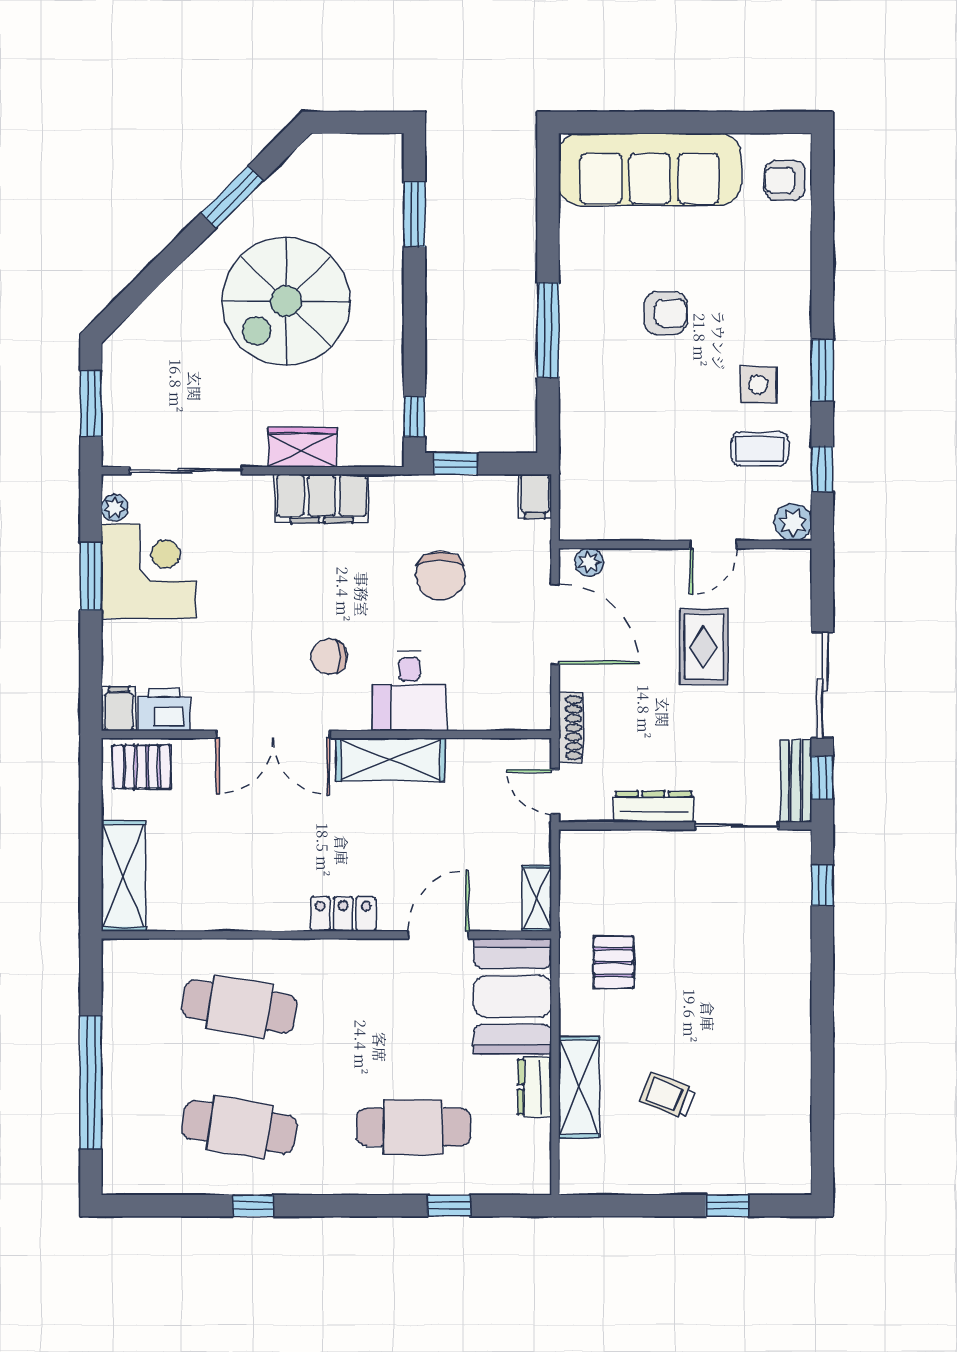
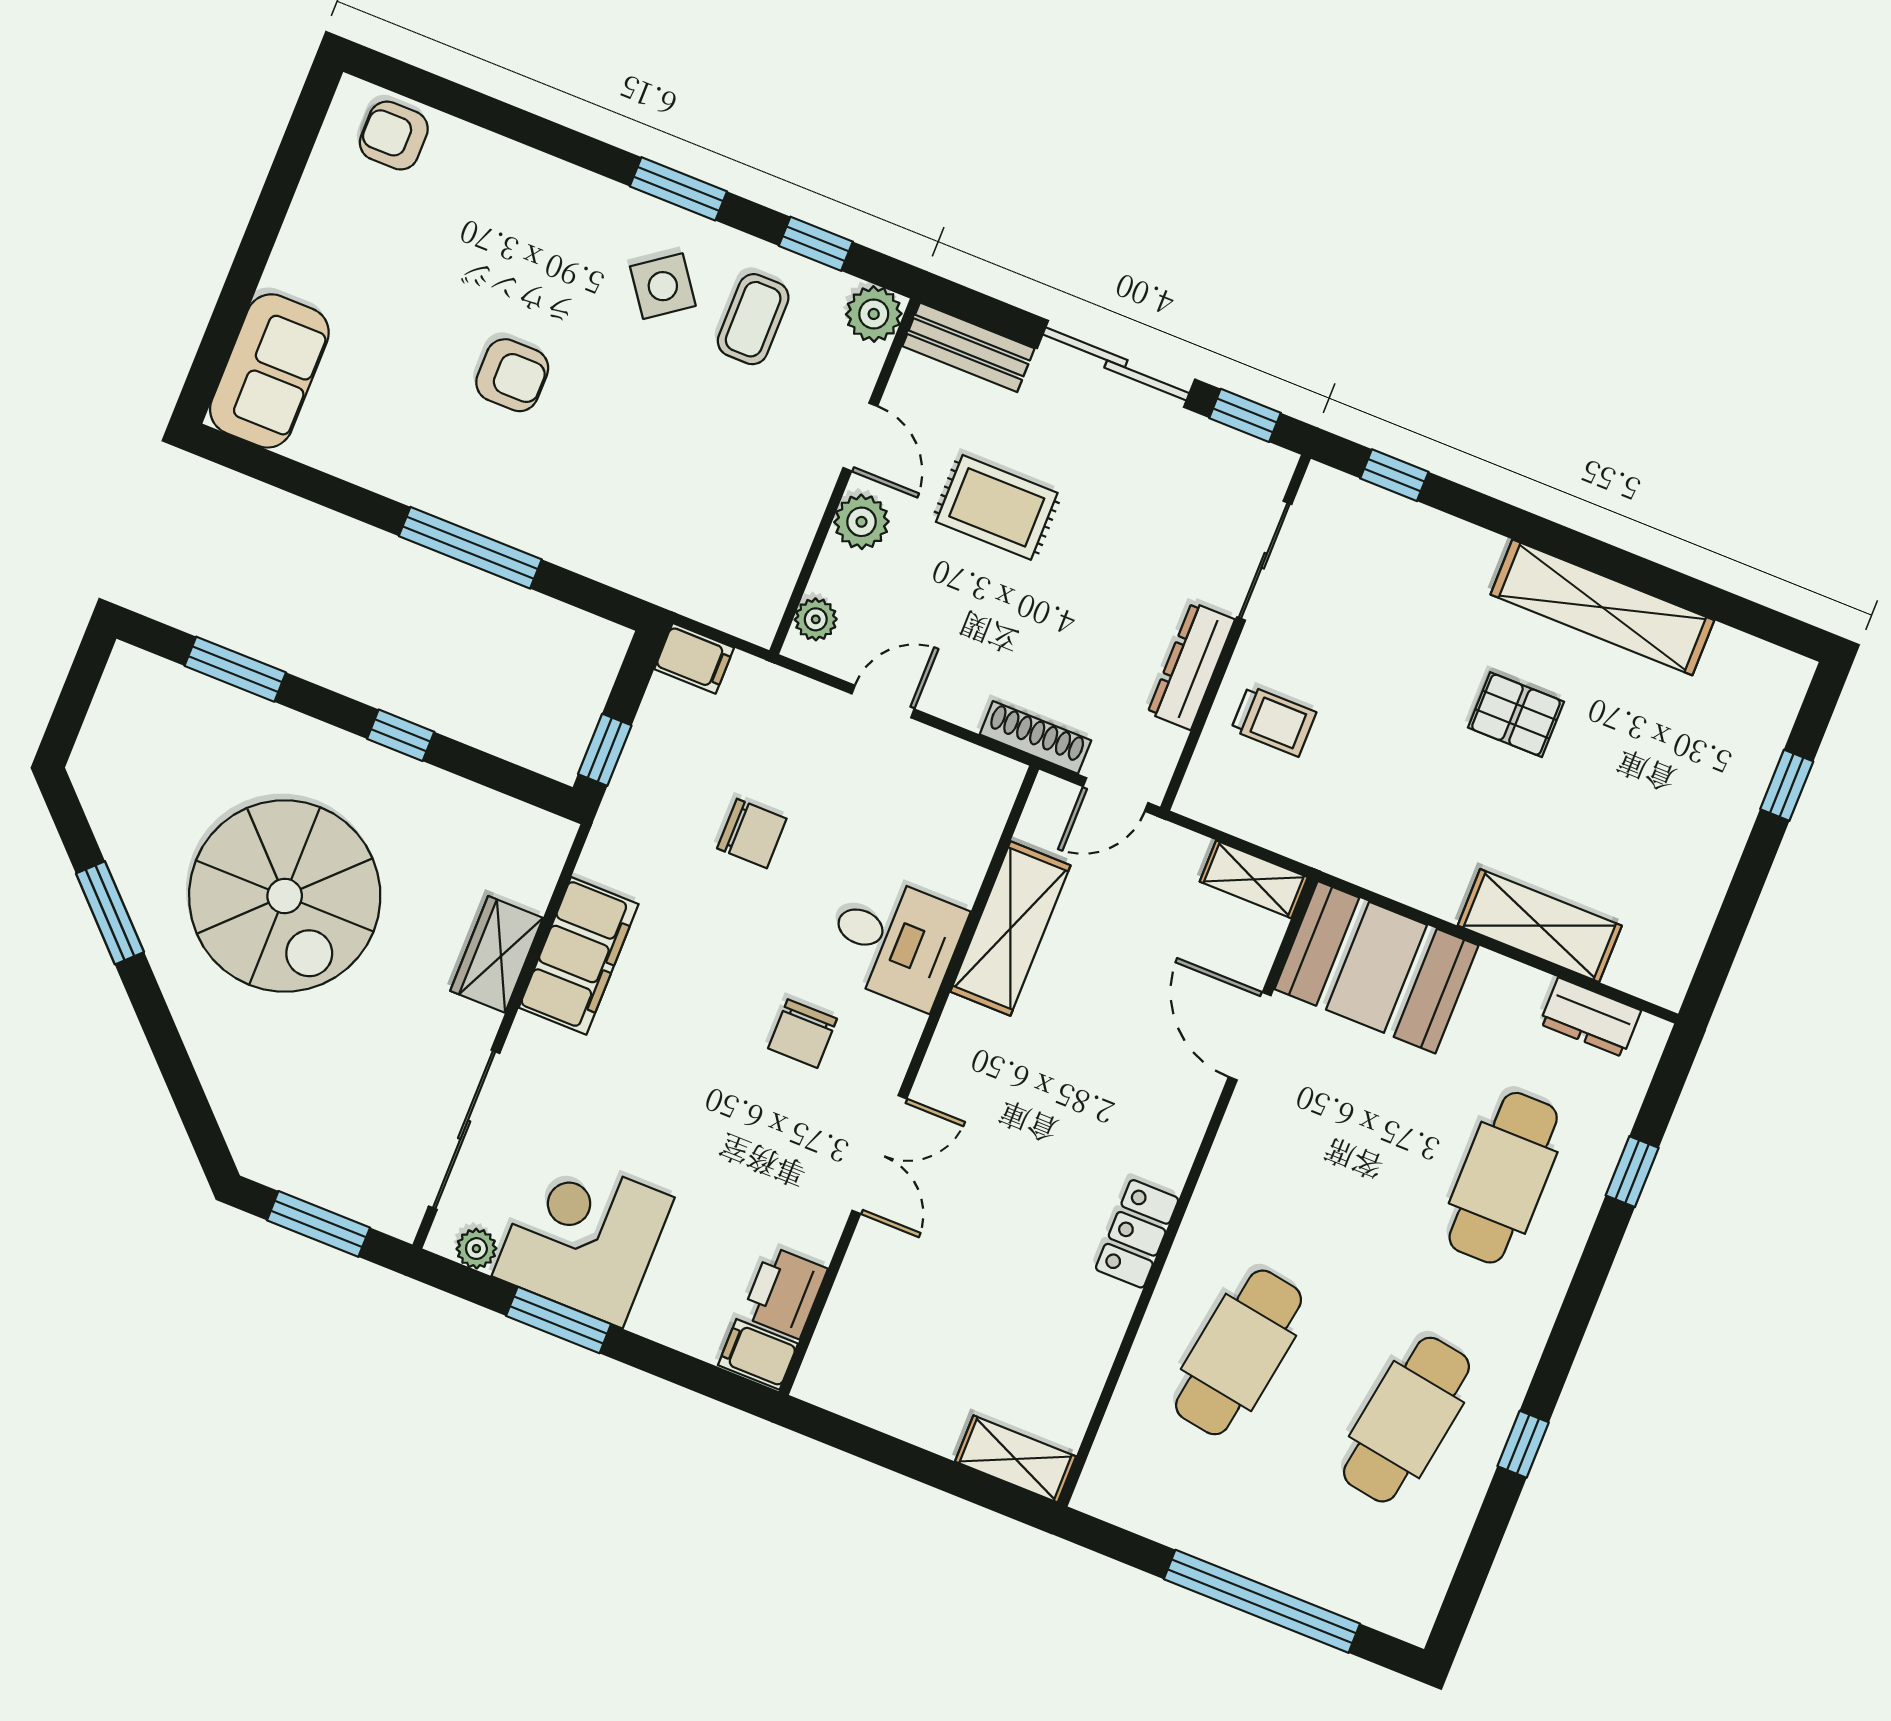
sofa: (650, 169) -> (269, 371), width x0.54, depth x0.79
armchair: (785, 180) -> (394, 136), turned 90
armchair: (665, 313) -> (512, 375), turned 90
side table: (758, 385) -> (663, 286), turned -36
window: (414, 417) -> (401, 735), moved
plant: (661, 566) -> (861, 522), added
chair: (441, 576) -> (752, 834), width x0.73, depth x0.73
door: (555, 624) -> (883, 701), width x0.53
double door: (273, 734) -> (879, 1155), width x0.73
shelving: (391, 760) -> (1010, 928), moved
pallet: (142, 767) -> (852, 1355), removed
bench: (796, 781) -> (968, 347), moved
shelving: (124, 876) -> (1016, 1459), width x0.67, depth x0.75
locker: (343, 914) -> (1137, 1234), moved
pallet: (614, 962) -> (1516, 715), moved
shelving: (792, 1047) -> (1602, 607), added
dresser: (535, 1087) -> (1590, 1017), moved
trolley: (667, 1095) -> (1274, 721), moved, turned -111

